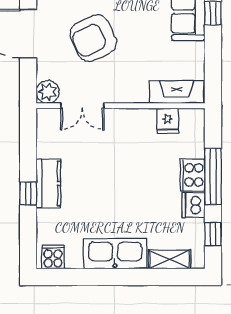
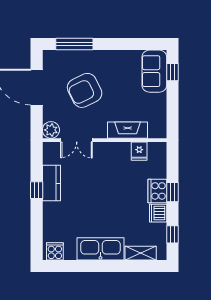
fireplace: (177, 92) -> (128, 130), moved
window: (213, 177) -> (173, 192), width x0.46
kitchen counter: (48, 183) -> (51, 183), moved
window: (28, 194) -> (37, 190), moved

